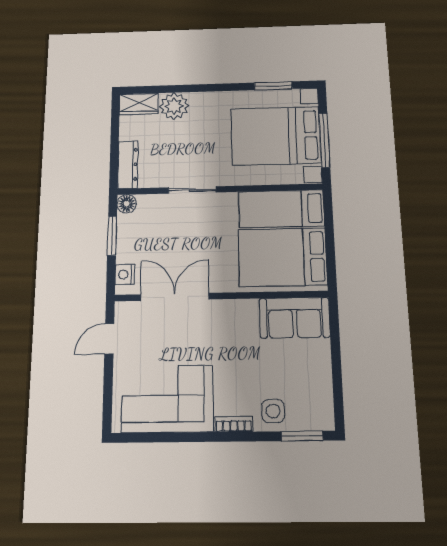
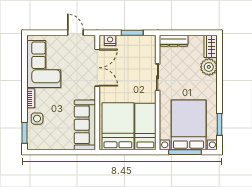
floor lamp: (127, 204) -> (150, 40), removed
sofa: (295, 318) -> (85, 125), width x1.36

